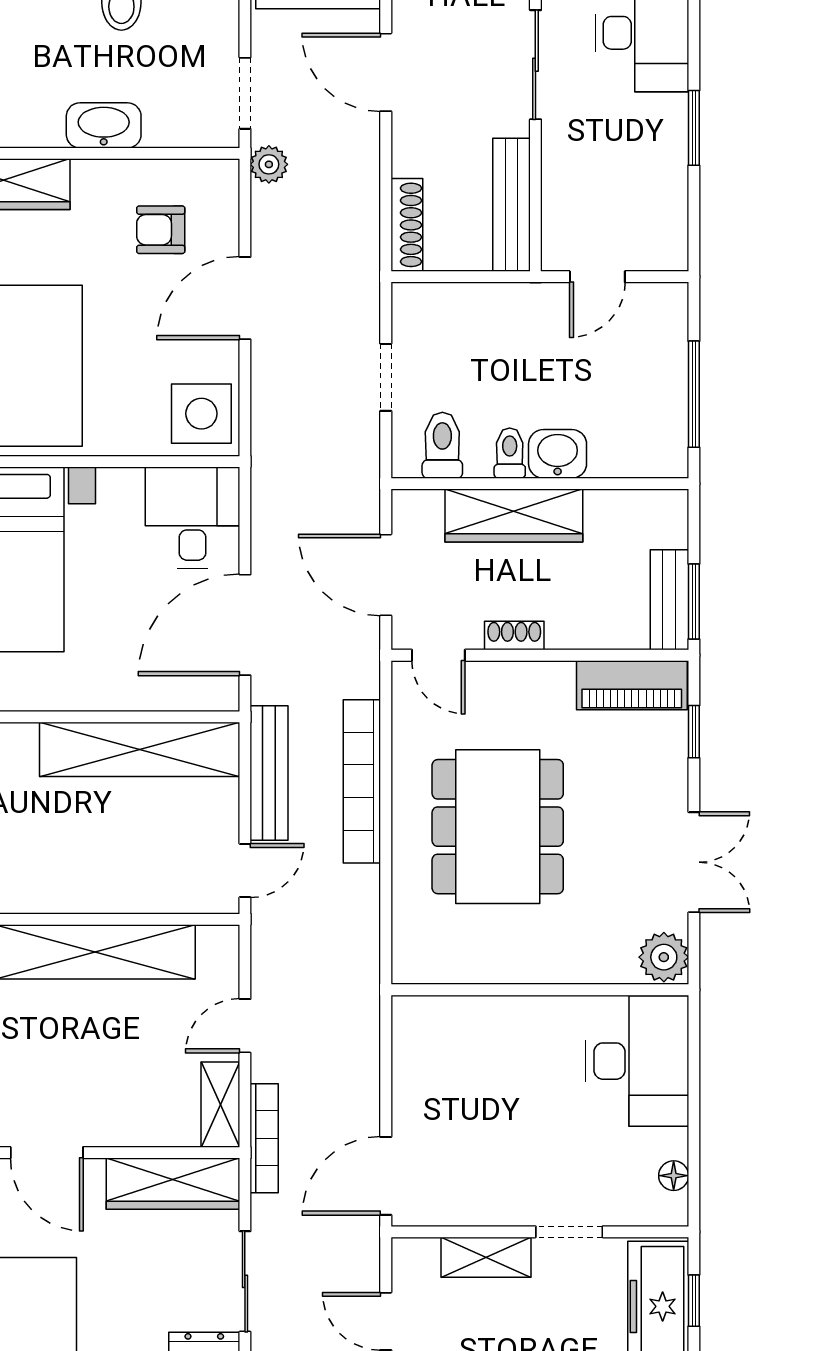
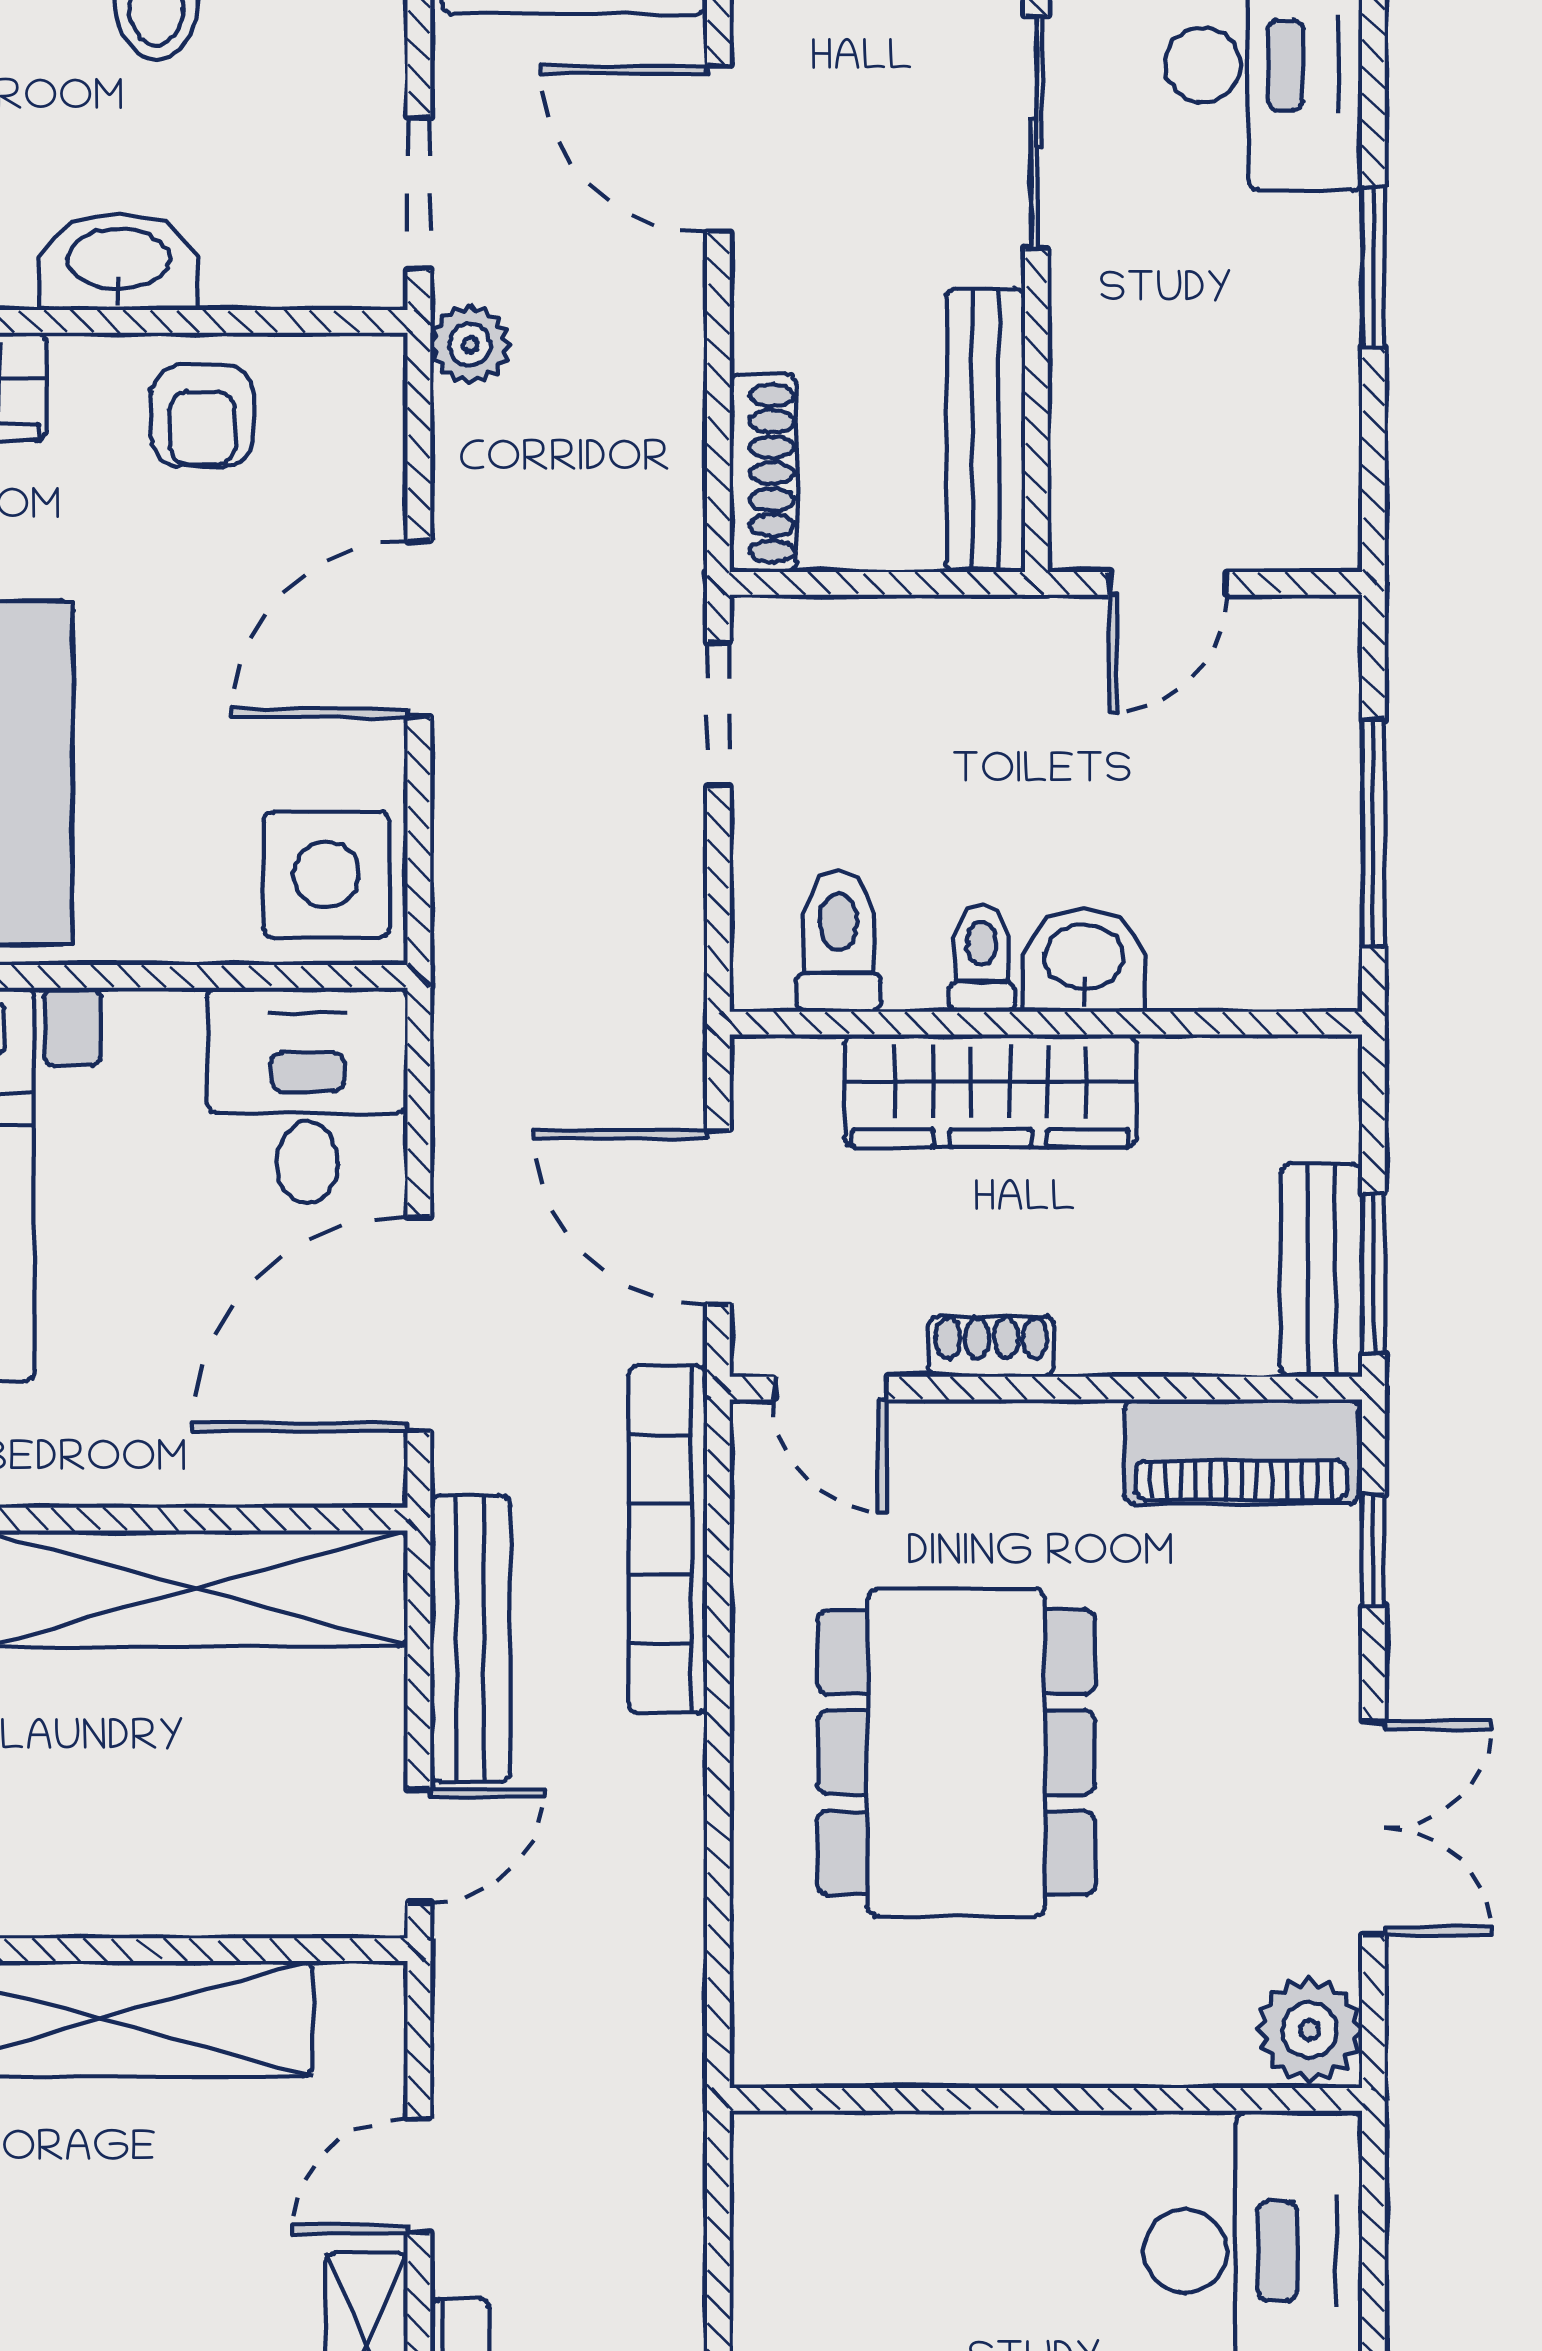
armchair: (161, 230) -> (202, 416), moved, turned -90
doorway: (386, 377) -> (718, 714), moved
bookcase: (362, 781) -> (668, 1539), moved

